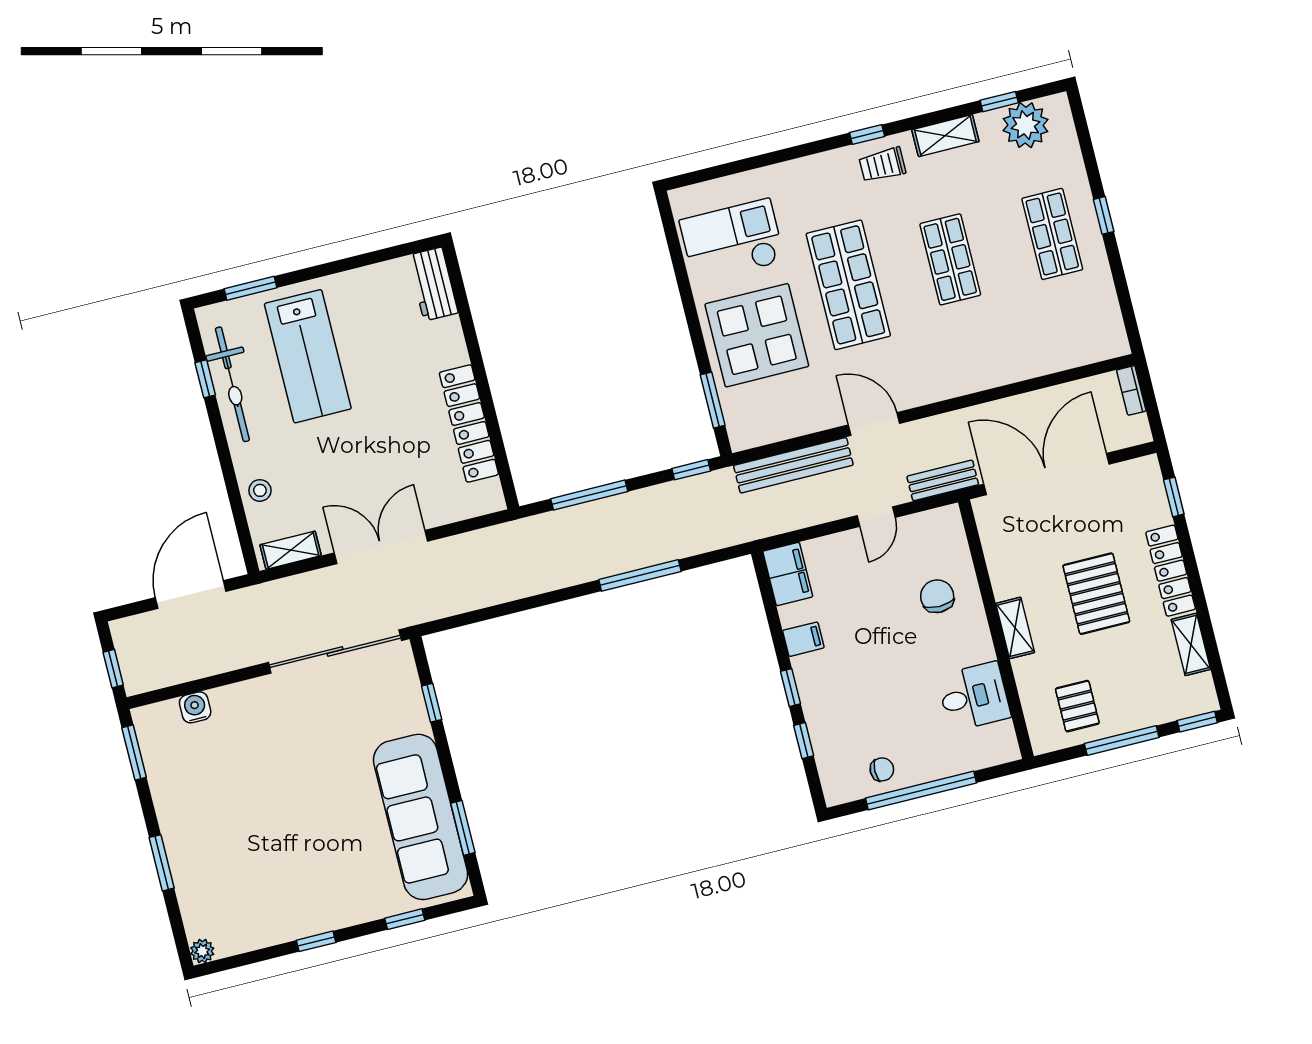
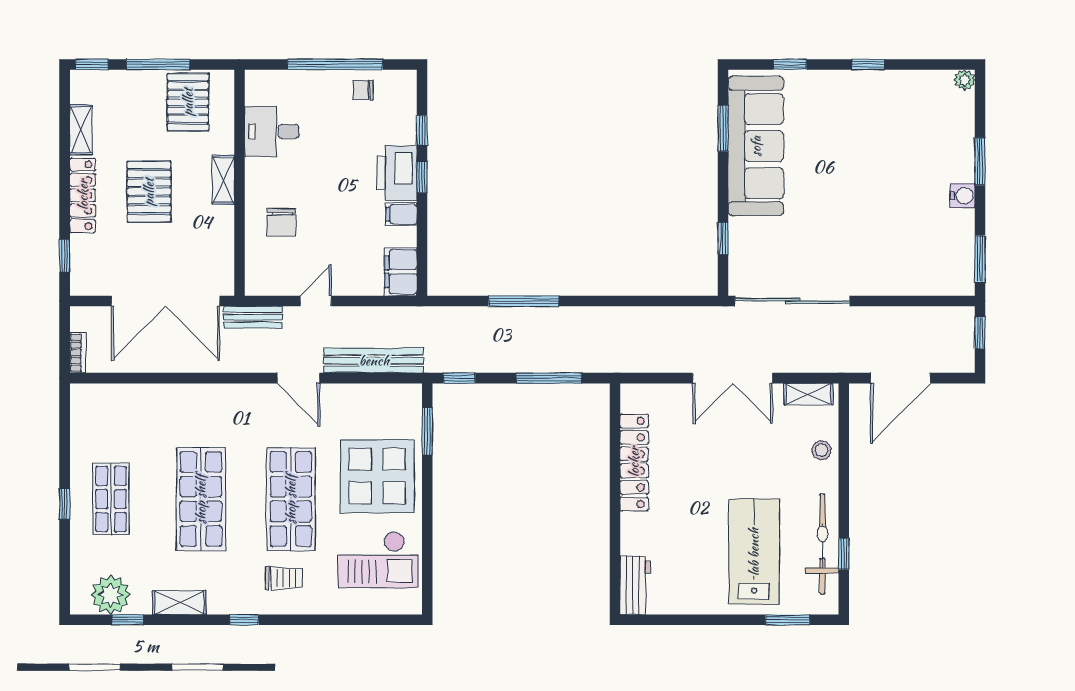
trolley: (882, 165) -> (284, 578), moved
shop shelf: (950, 259) -> (201, 499), width x1.43, depth x1.36
printer: (820, 685) -> (397, 173), added
pallet: (1077, 706) -> (188, 102), width x1.50, depth x1.42
water cooler: (195, 707) -> (963, 196), moved, turned -90

